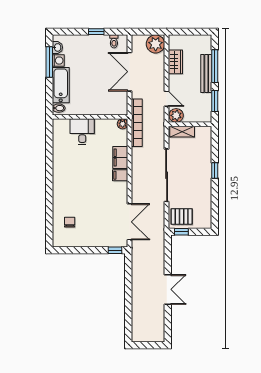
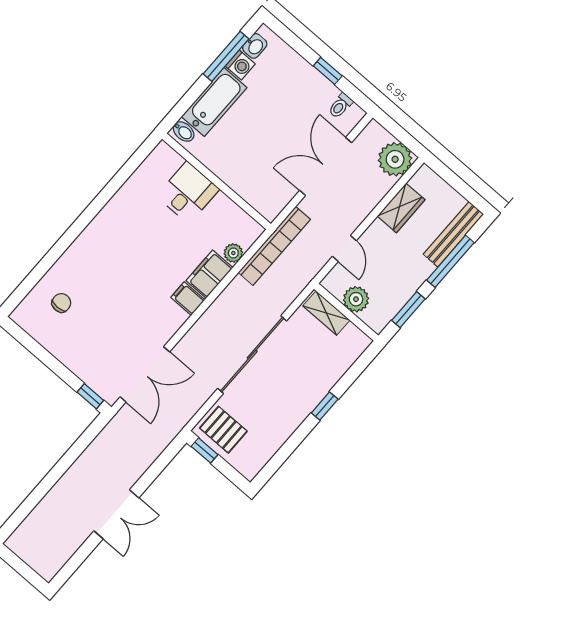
bench: (206, 74) -> (453, 234), moved
plant: (176, 115) -> (356, 299), moved
plant: (123, 124) -> (233, 253), moved

